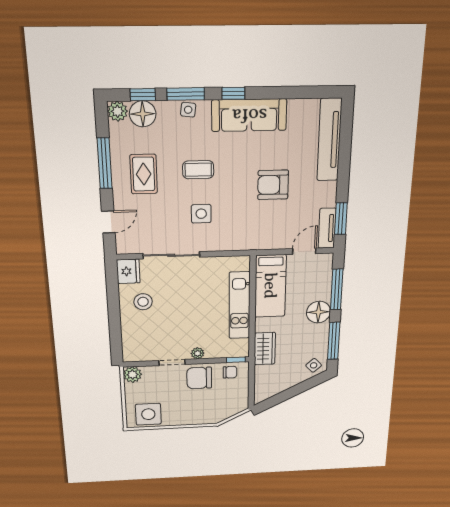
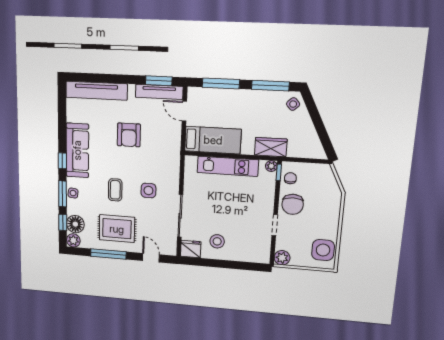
rug: (144, 174) -> (117, 229), width x1.36, depth x1.43
tv unit: (327, 228) -> (159, 92), width x1.41
floor lamp: (318, 312) -> (241, 99), removed
plant: (198, 353) -> (271, 166), moved

